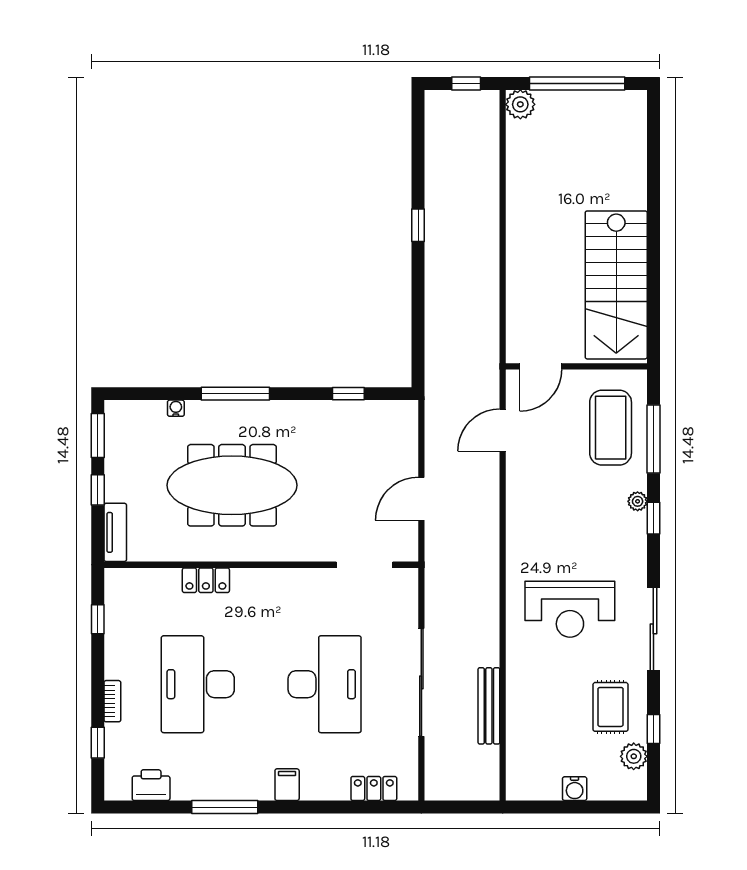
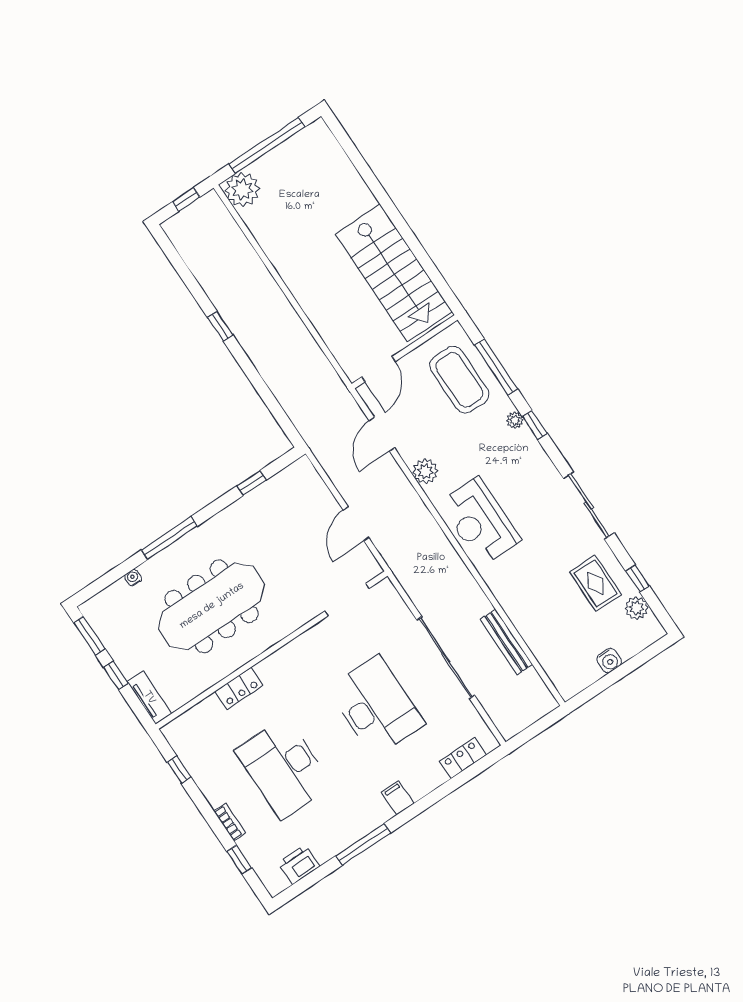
plant: (520, 104) -> (242, 190), width x1.36, depth x1.36
plant: (520, 493) -> (425, 471), added
reception desk: (570, 609) -> (480, 522), moved, turned 90

